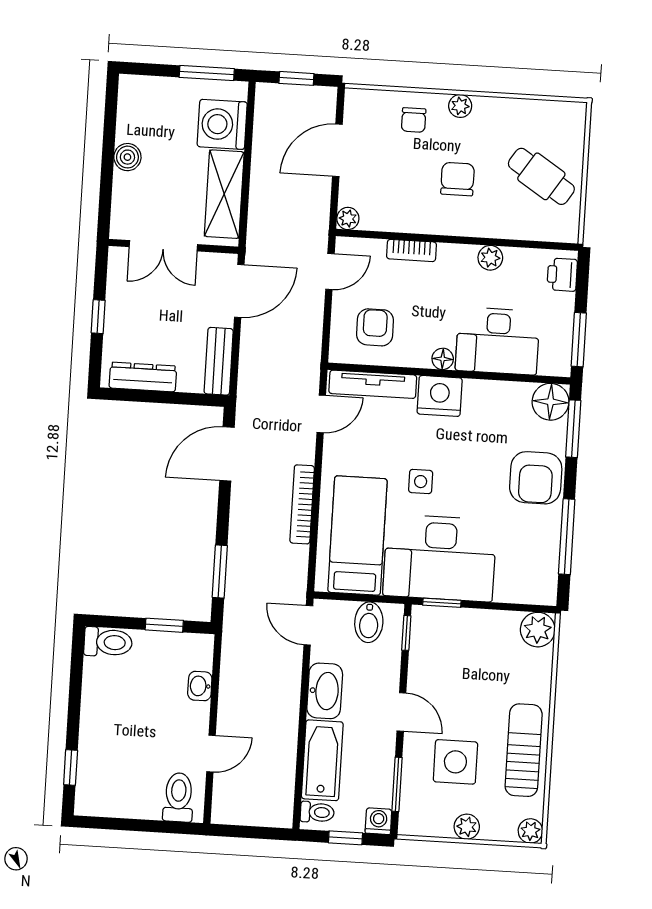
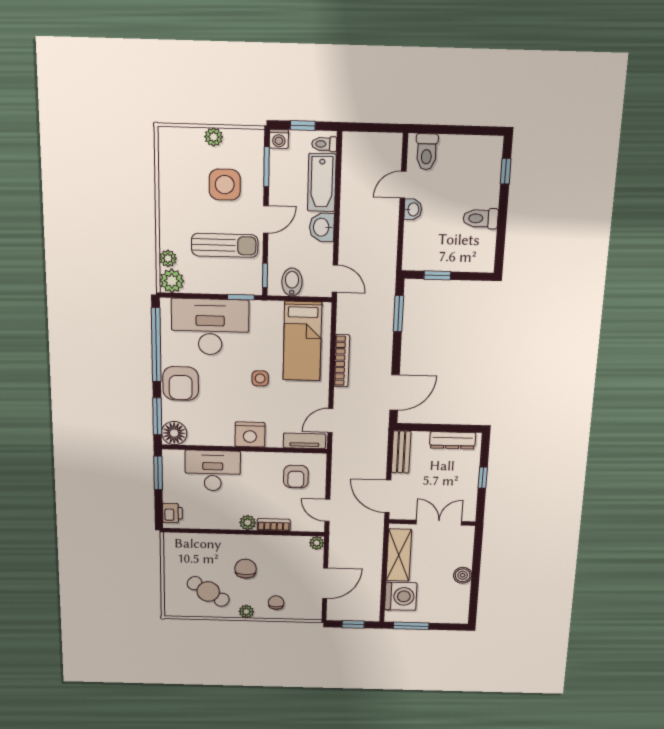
cafe table: (541, 176) -> (208, 591), moved
chair: (458, 179) -> (246, 569), turned 180
plant: (490, 258) -> (248, 523), moved
door: (330, 272) -> (327, 510), hinge flipped
door: (239, 291) -> (388, 496), hinge flipped
floor lamp: (443, 359) -> (249, 458), removed
tv unit: (373, 384) -> (304, 441), width x0.71
armchair: (536, 478) -> (181, 383), turned 180
window: (567, 537) -> (156, 345), width x1.46
desk: (440, 558) -> (210, 327), moved
toilet: (108, 642) -> (481, 218), moved
washbasin: (200, 686) -> (413, 209), moved
washbasin: (325, 691) -> (322, 227), width x0.72
door: (401, 712) -> (266, 219), swing flipped
sun lounger: (524, 750) -> (225, 245), moved, turned -90
plant: (530, 831) -> (168, 258), moved

